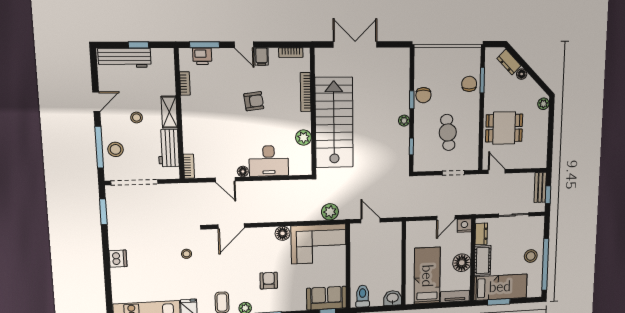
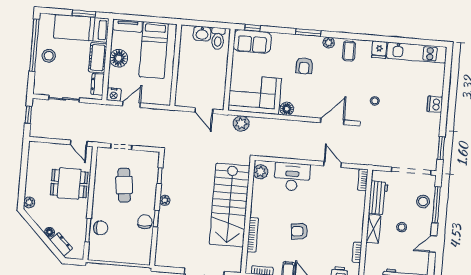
chair: (469, 84) -> (101, 228), turned -90
plant: (303, 137) -> (261, 172), moved
floor lamp: (243, 172) -> (316, 170), removed
bench: (540, 187) -> (36, 123), removed
washbasin: (393, 298) -> (202, 34), moved

